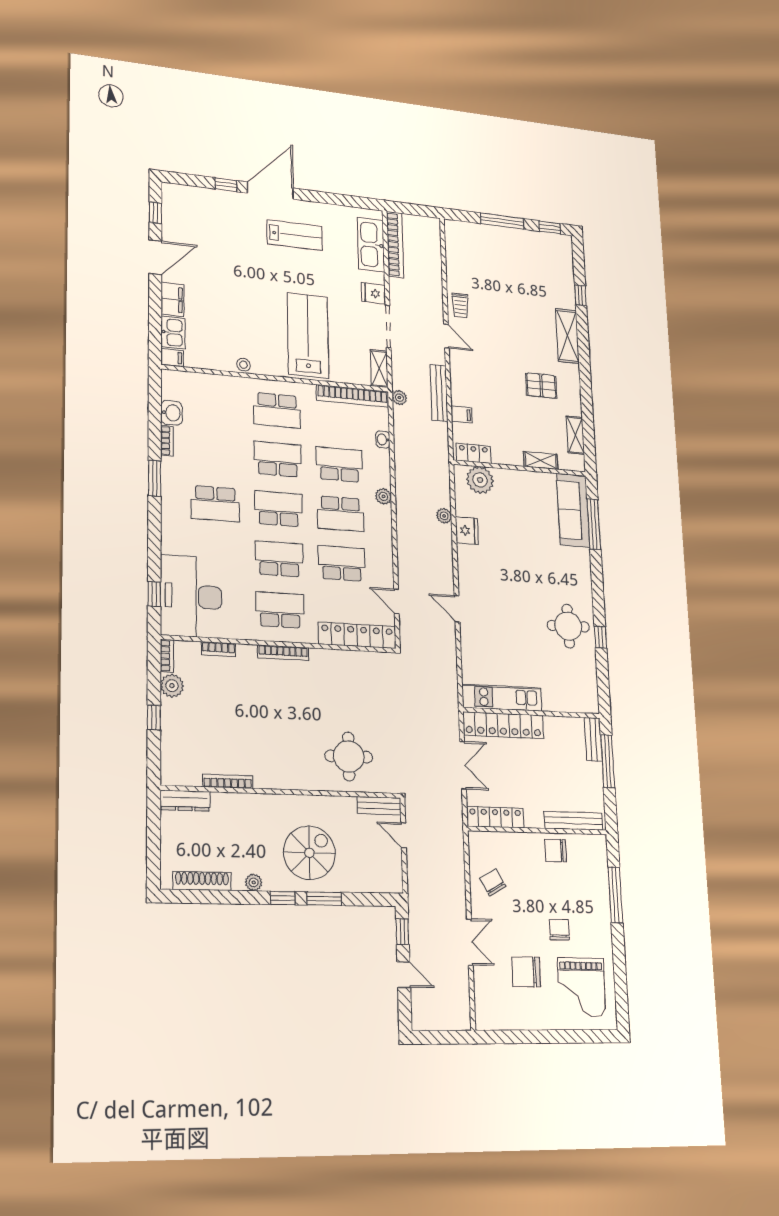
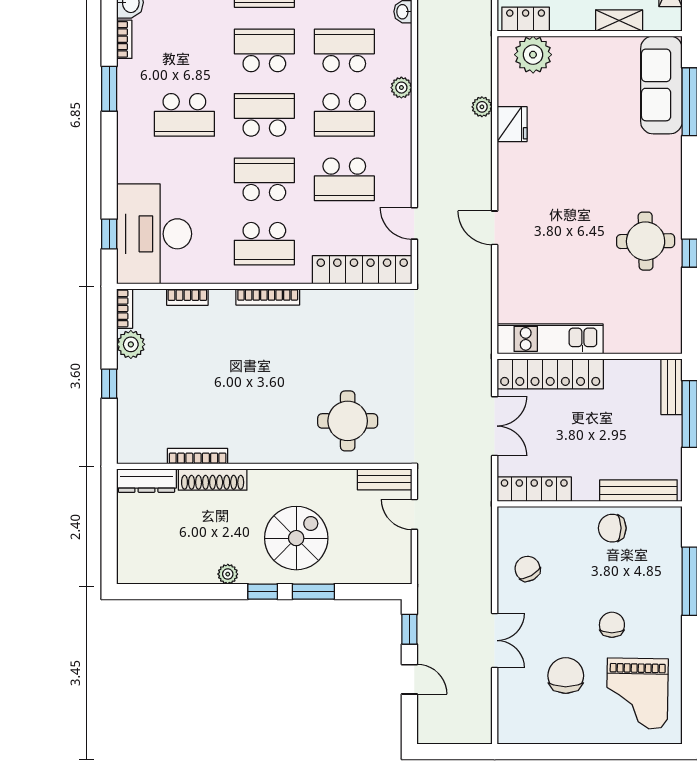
school desk: (342, 563) -> (344, 179), turned 180
school desk: (280, 610) -> (264, 244), turned 180
shoe rack: (202, 881) -> (213, 480), moved, turned 180
chair: (526, 972) -> (566, 676), turned 90

